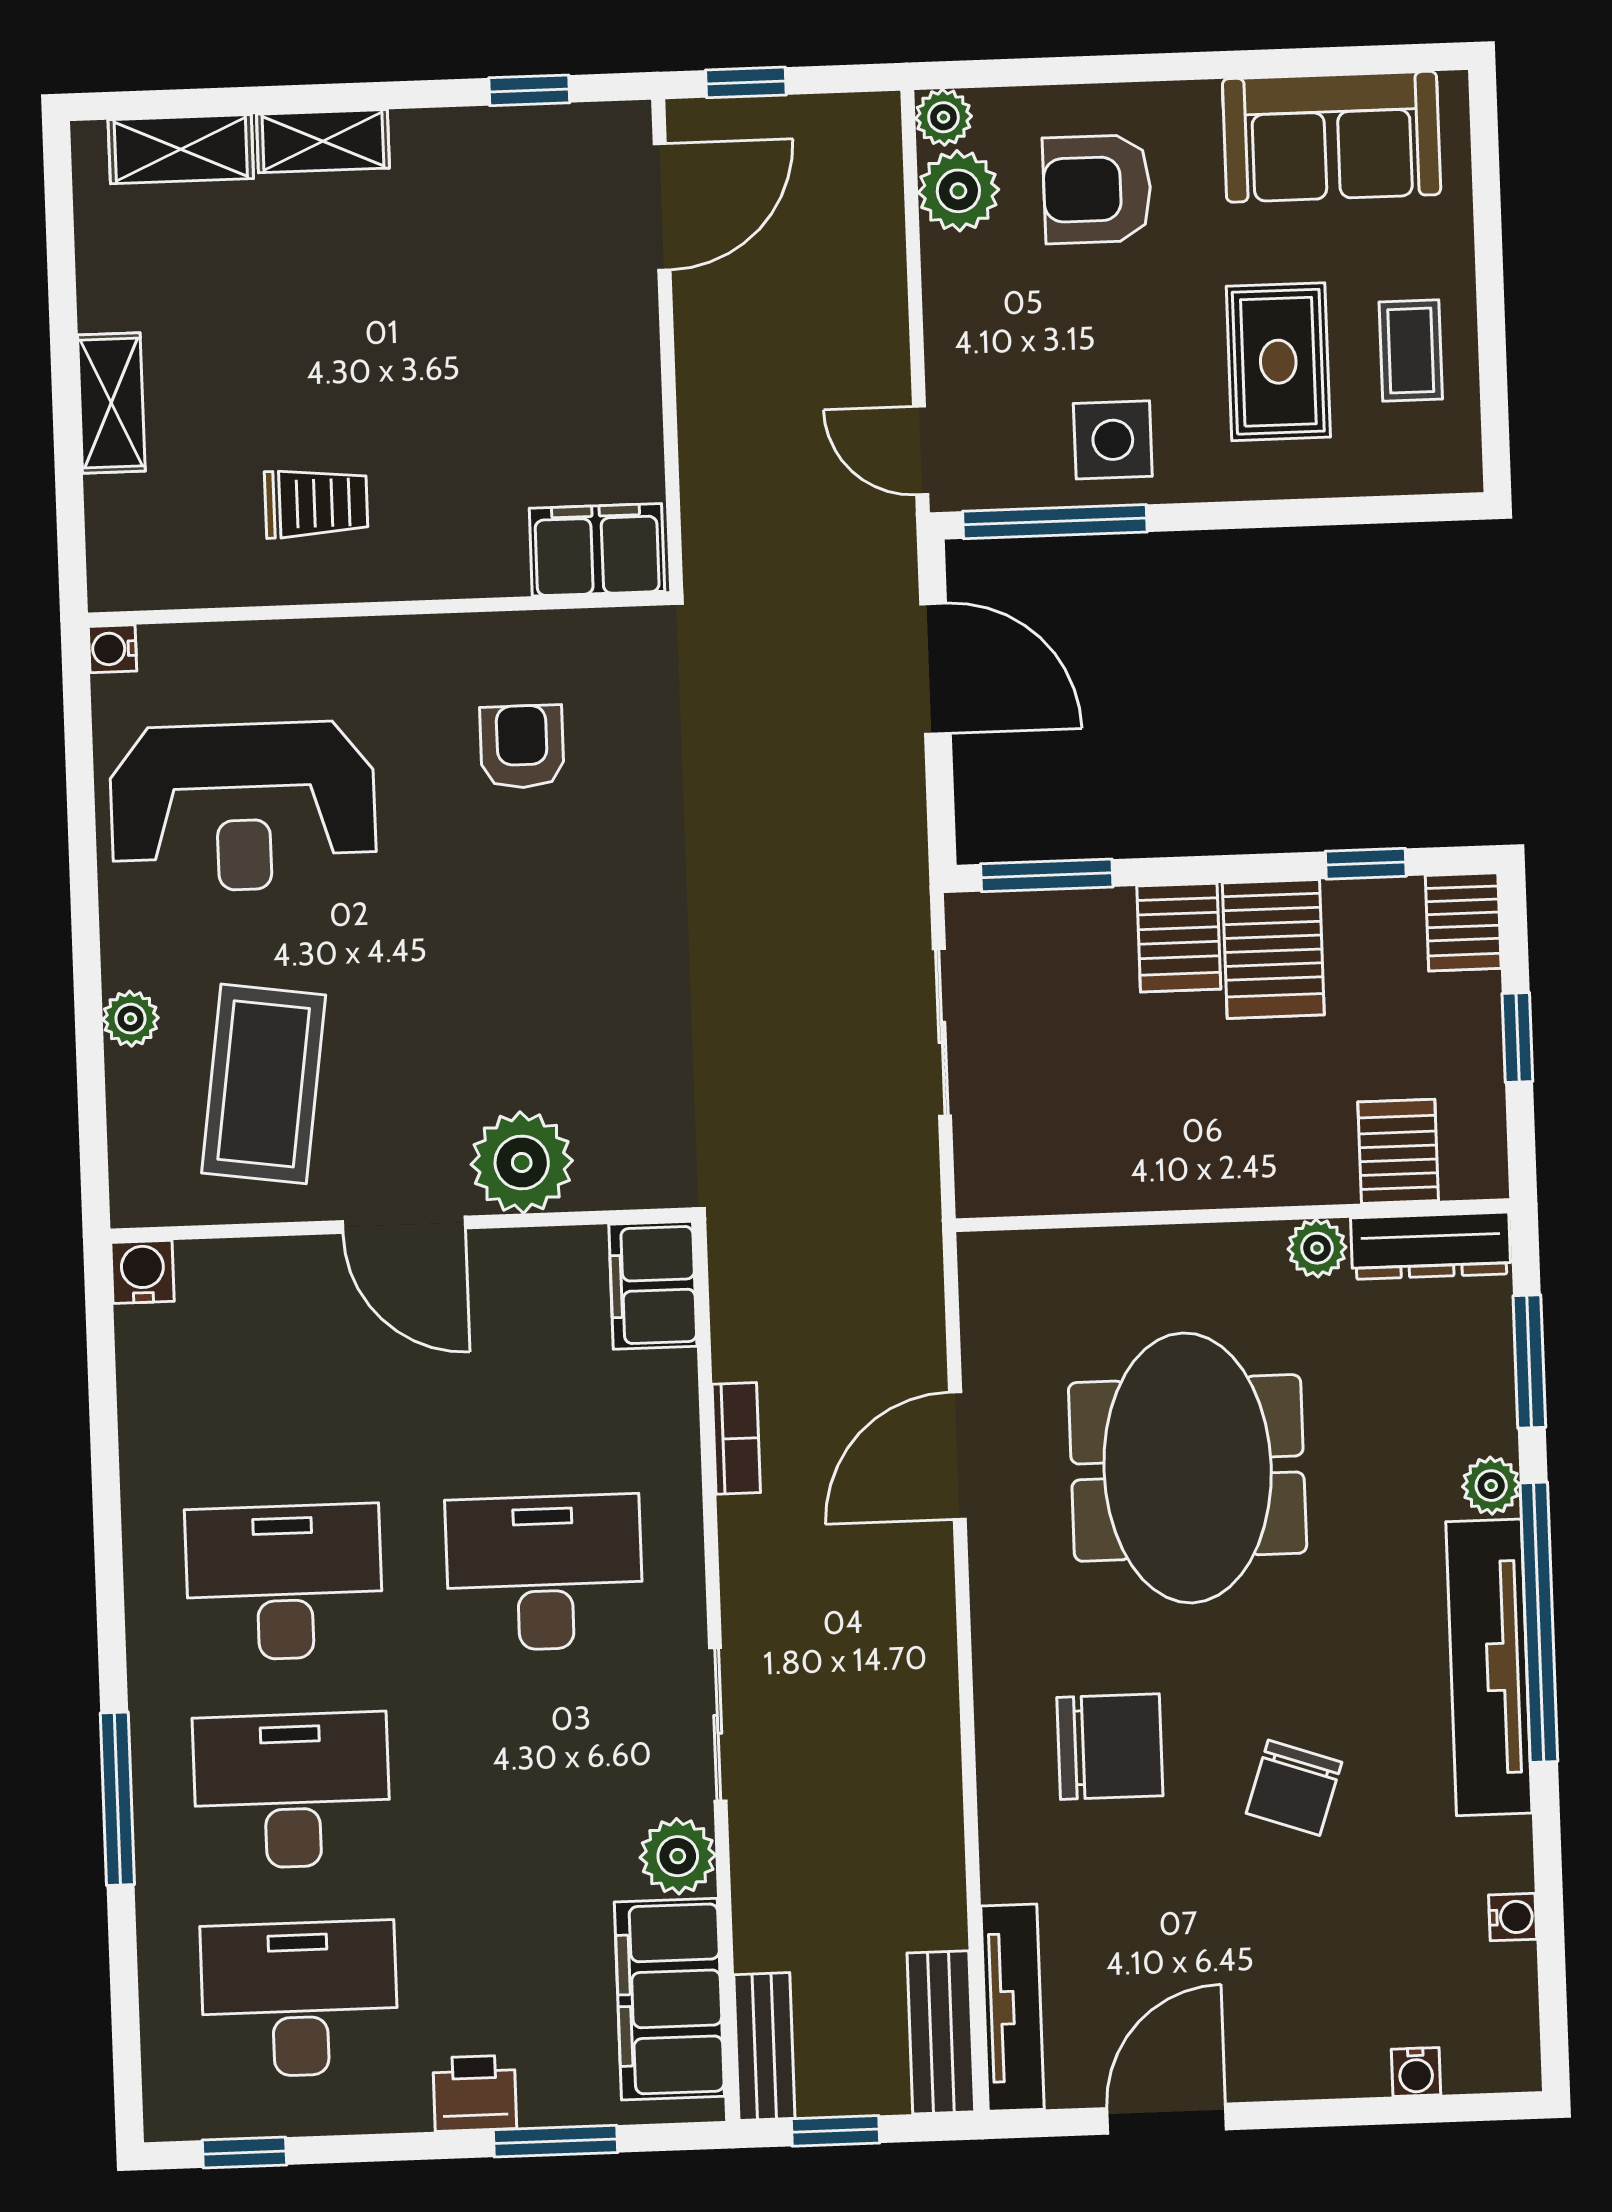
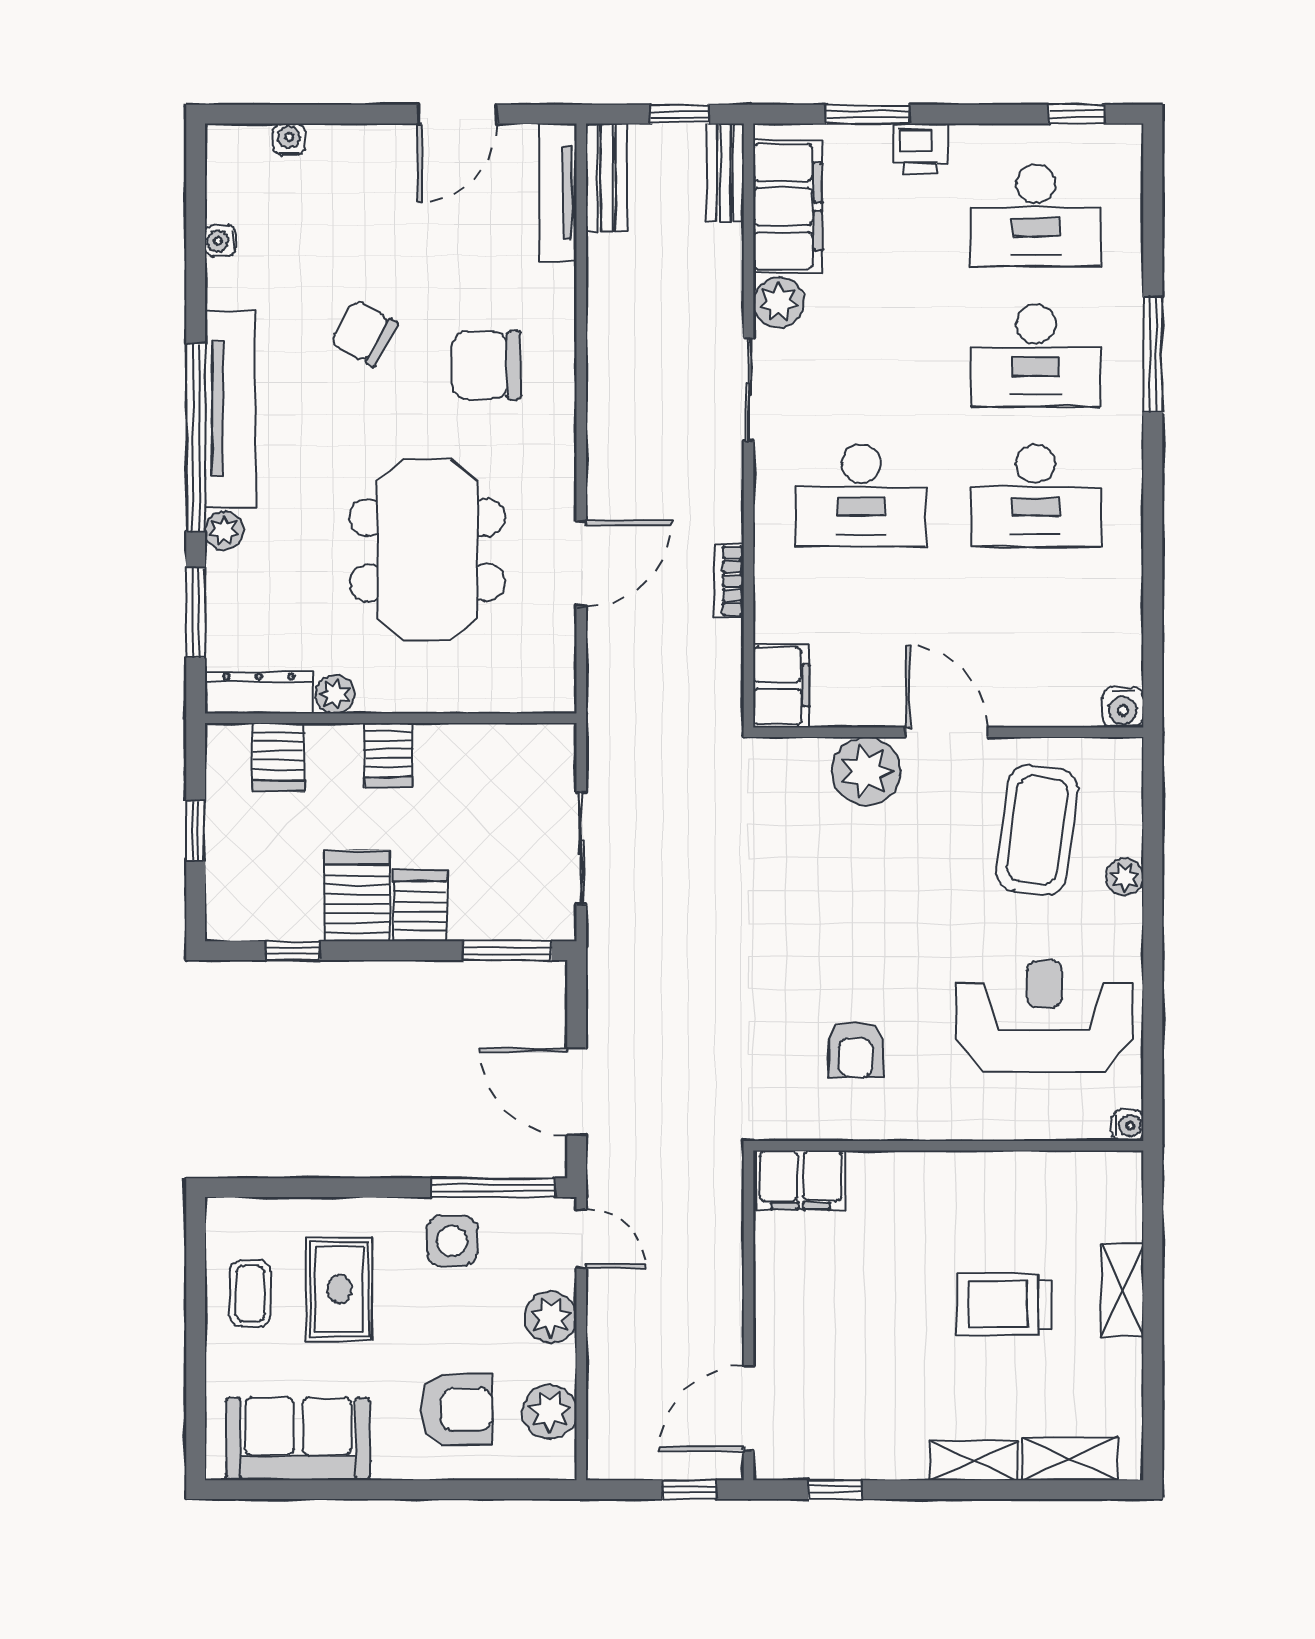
plant: (943, 117) -> (551, 1317), moved, width x1.38, depth x1.38
trolley: (316, 503) -> (1004, 1304), moved, width x1.36, depth x1.39
server rack: (1463, 922) -> (388, 755), moved, turned 180
chair: (1294, 1788) -> (364, 333), turned -80

